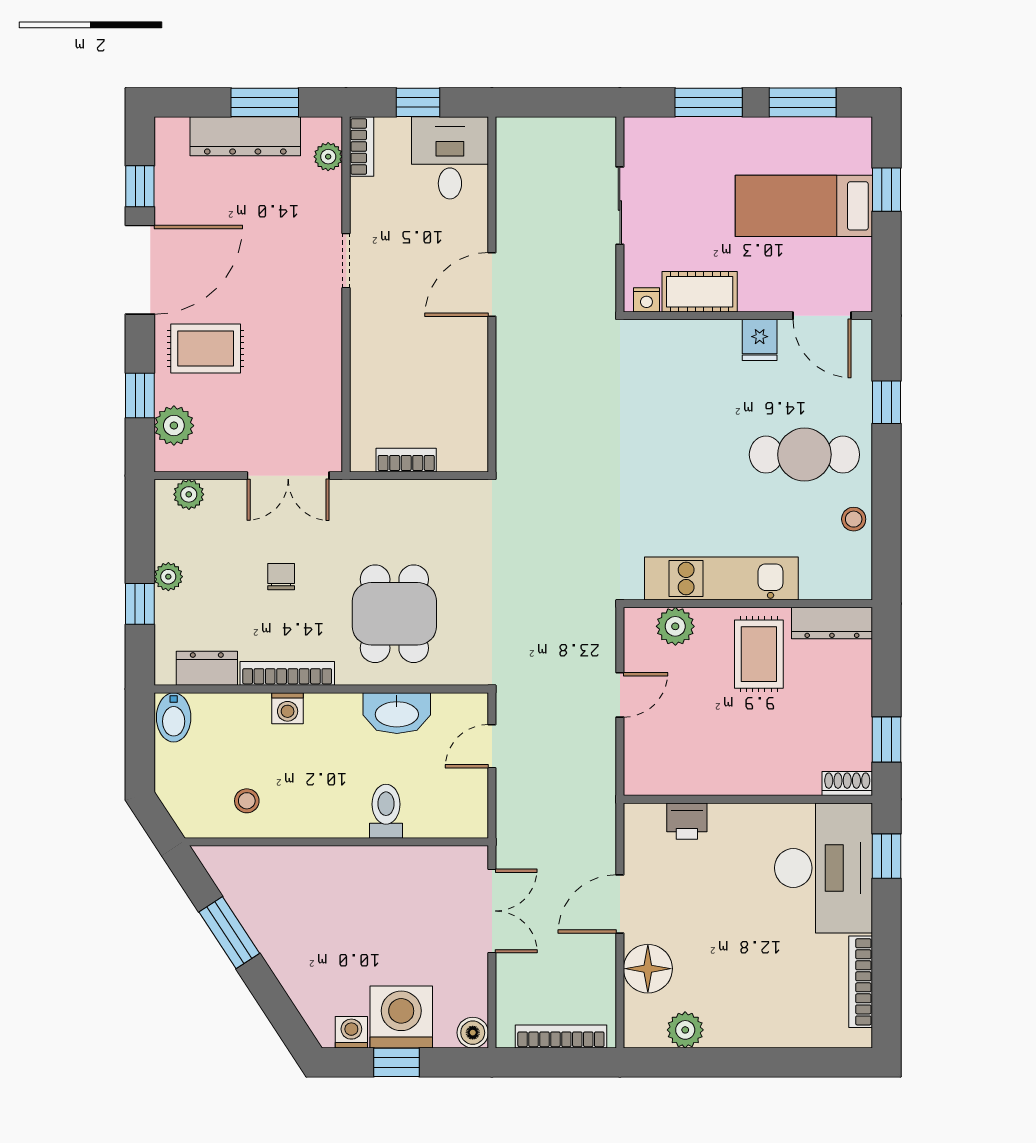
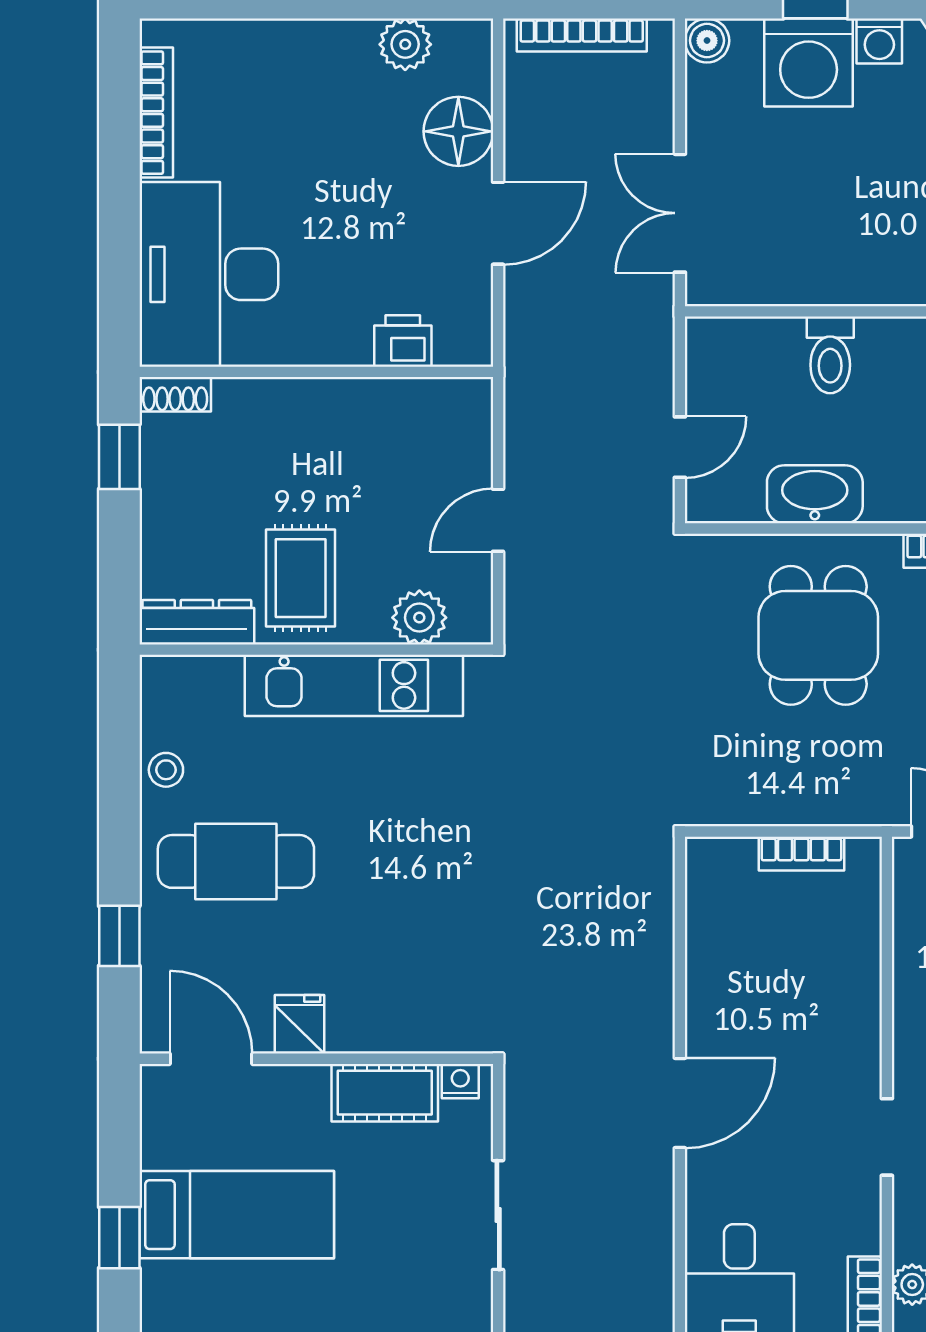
window: (887, 856) -> (119, 291), removed

